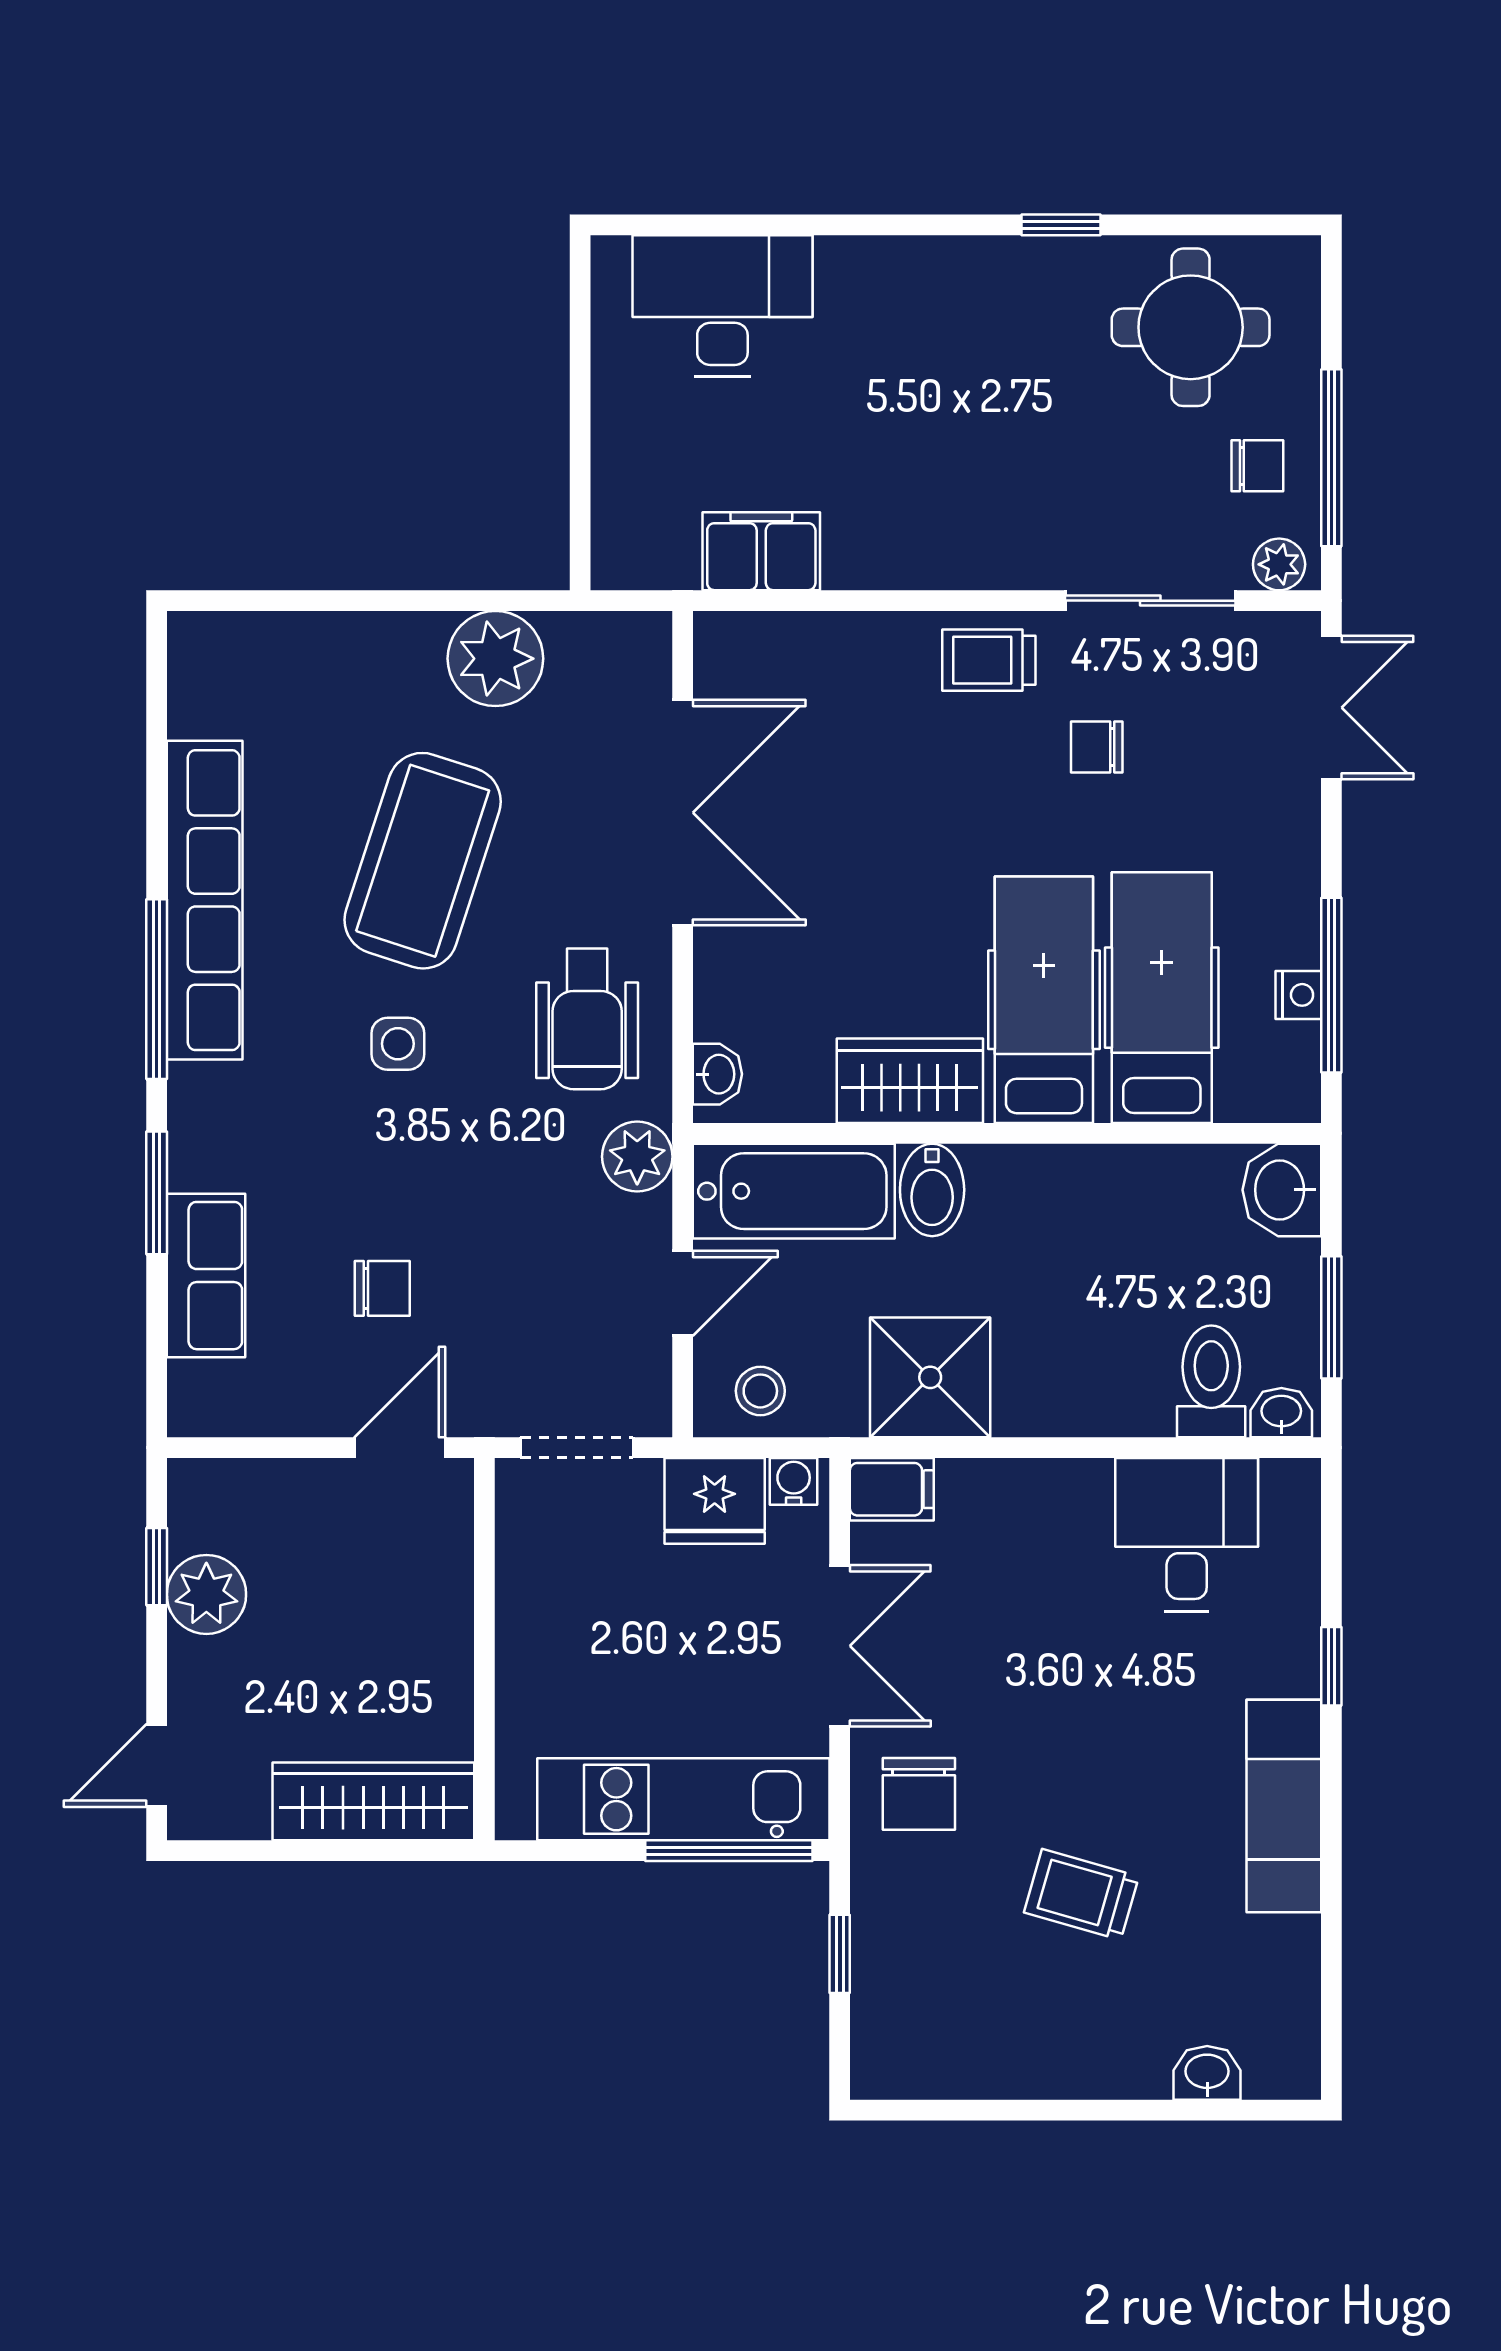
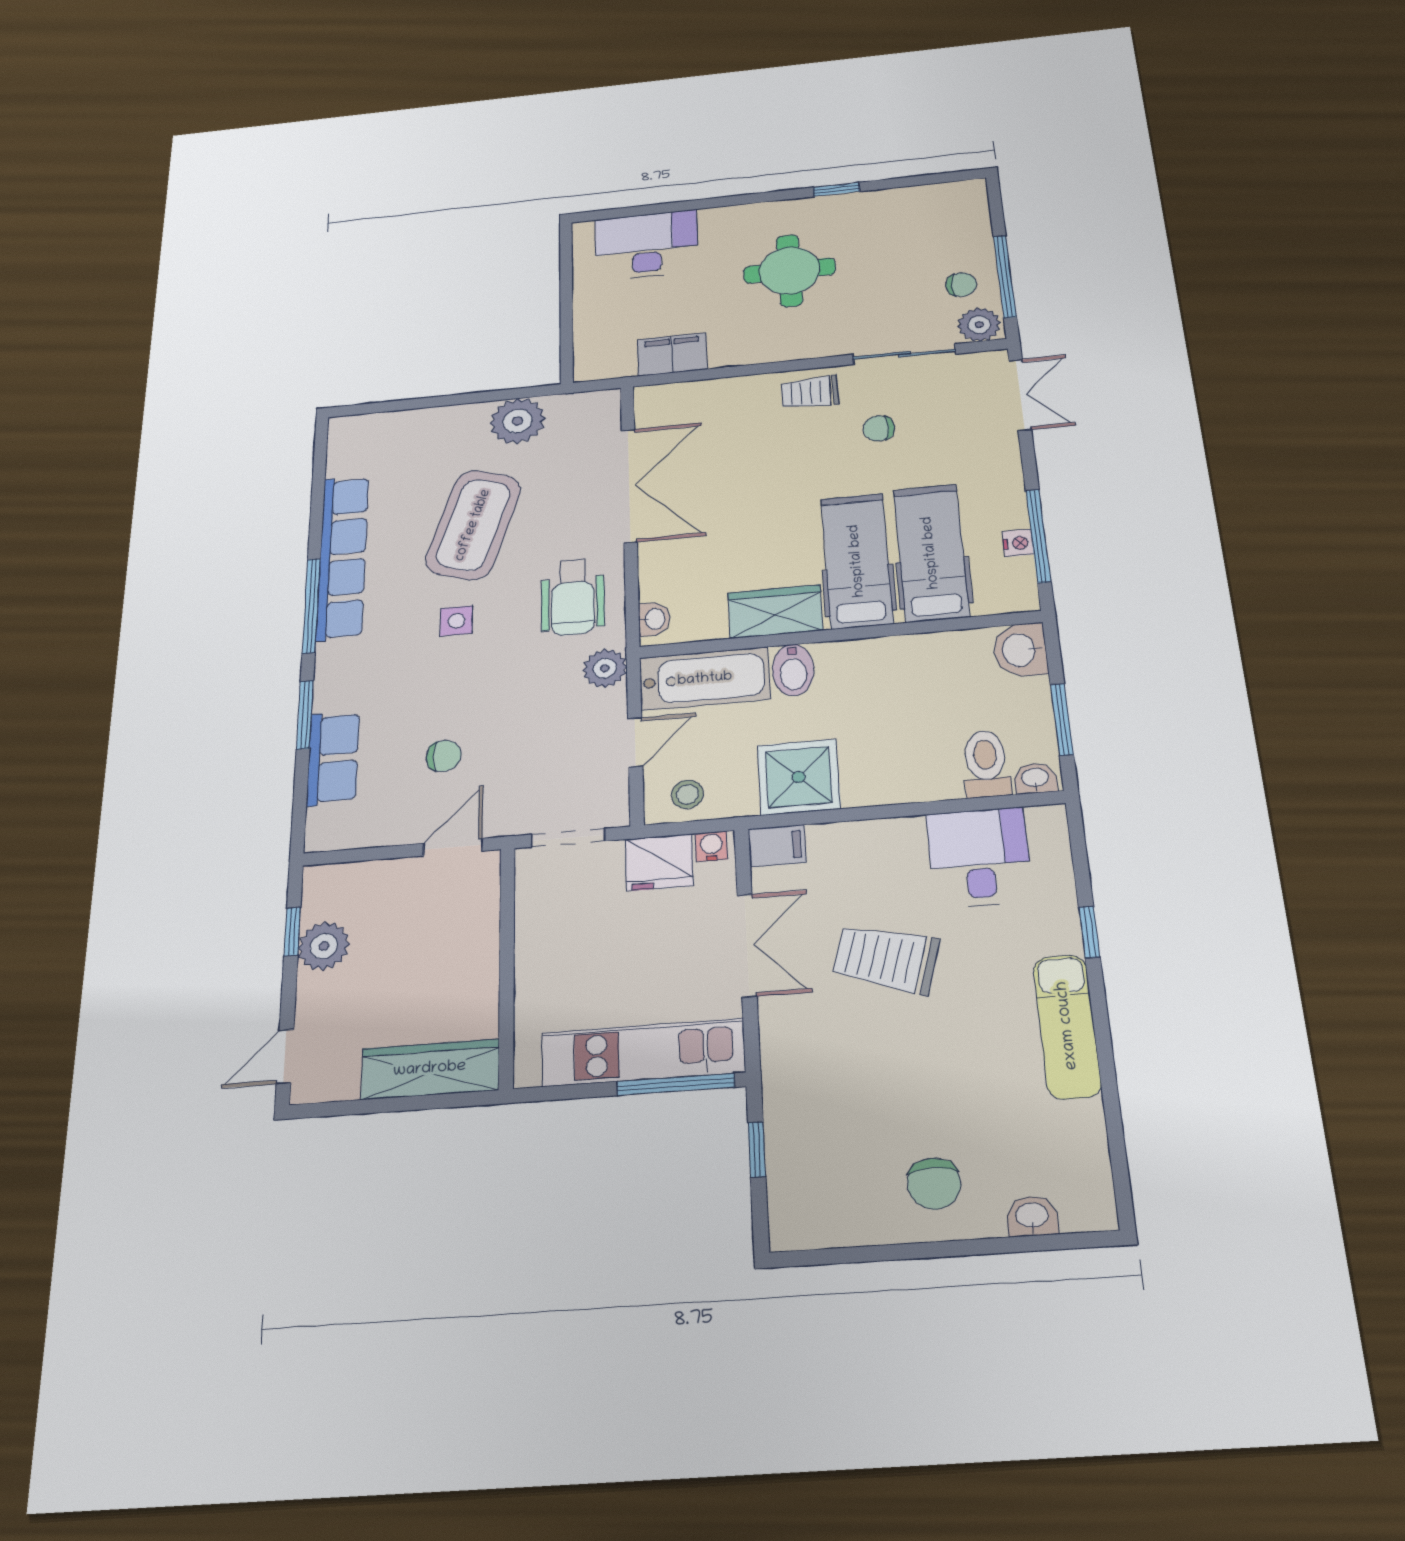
round table: (1191, 327) -> (789, 271), moved
plant: (1279, 564) -> (979, 325), width x1.38, depth x1.38
chair: (919, 1794) -> (934, 1184), moved
trolley: (1081, 1894) -> (886, 959), moved, width x1.36, depth x1.39

